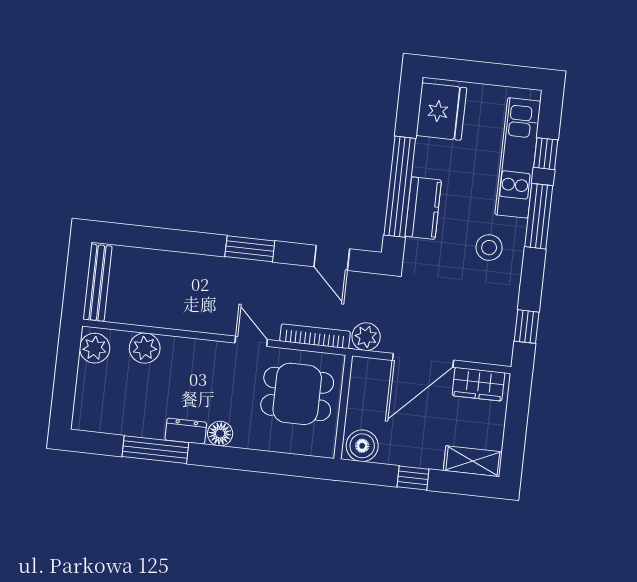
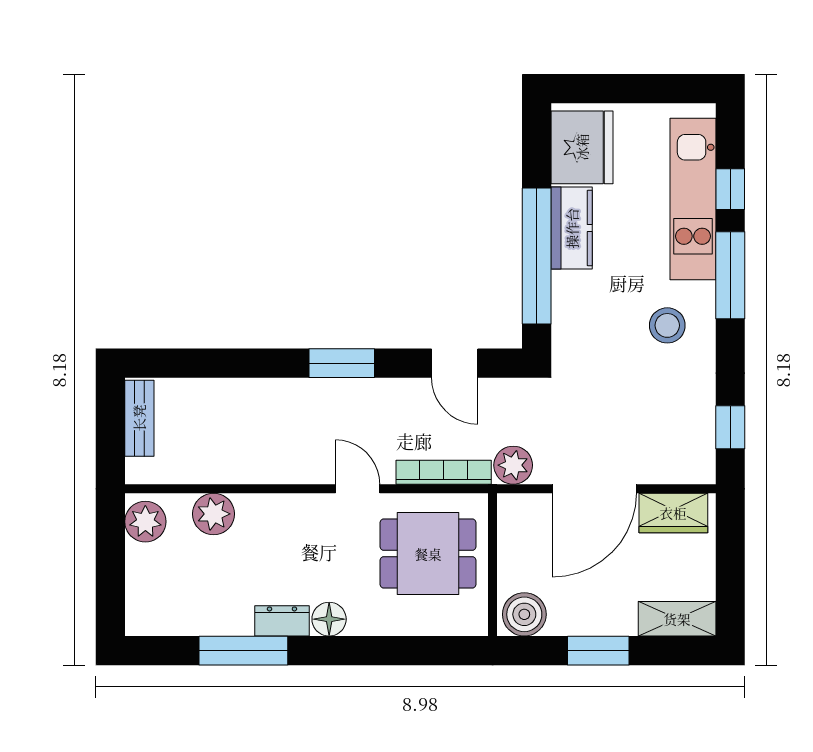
kitchen counter: (423, 208) -> (572, 228), moved
bench: (97, 283) -> (139, 418), width x0.73
window: (413, 478) -> (598, 651), width x1.50

